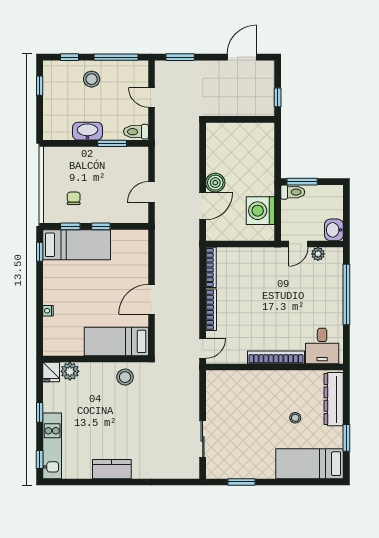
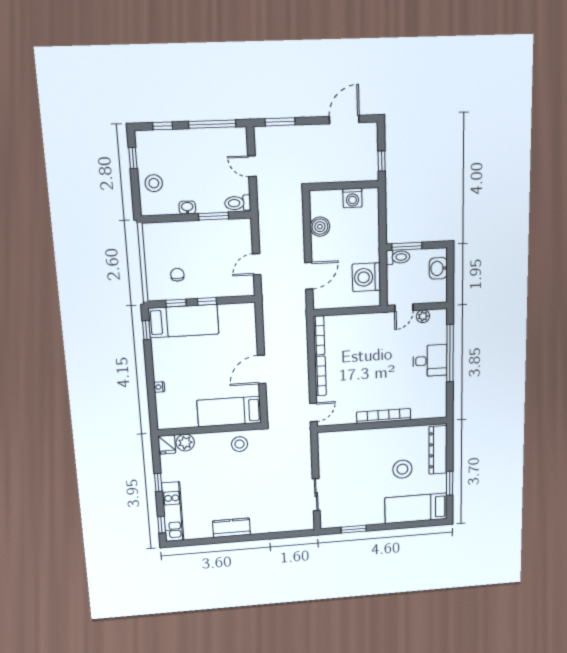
stool: (92, 79) -> (154, 183), moved
washbasin: (87, 131) -> (187, 208), width x0.52, depth x0.69
washing machine: (248, 132) -> (352, 198), added
boiler: (215, 183) -> (320, 227), moved
washbasin: (334, 230) -> (438, 268), moved
desk: (322, 346) -> (430, 361), moved, turned -90
stool: (295, 418) -> (402, 469), width x1.89, depth x1.89

